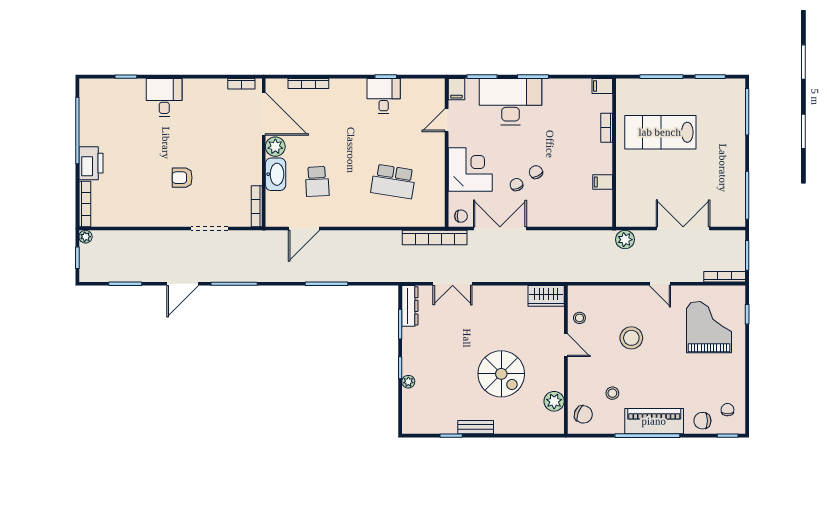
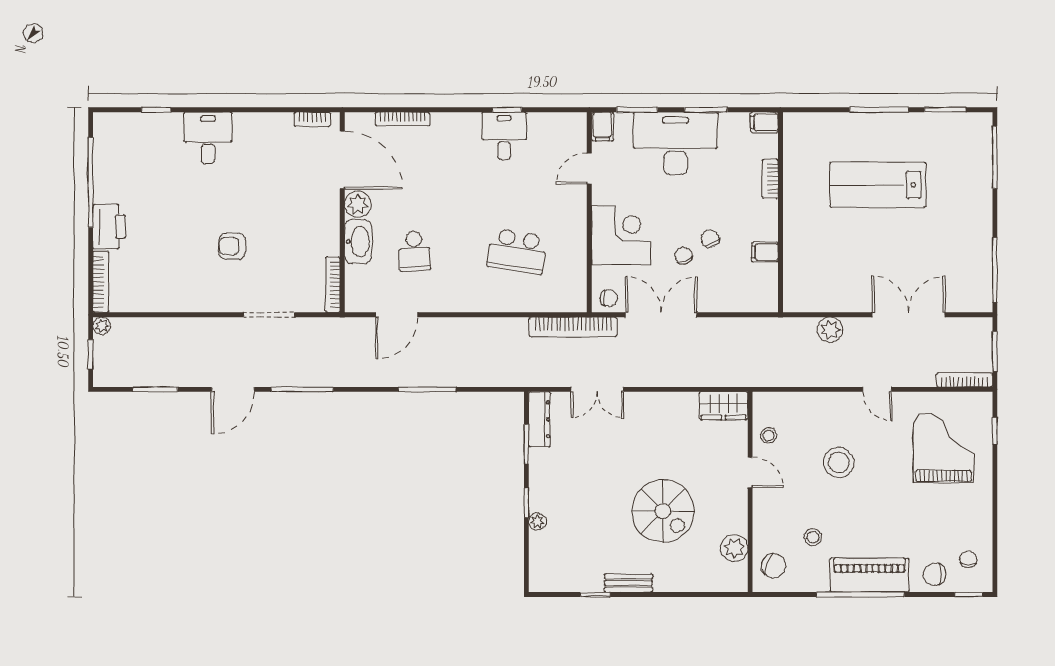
filing cabinet: (602, 86) -> (764, 122), moved
bookcase: (607, 128) -> (770, 179), moved
wall: (614, 153) -> (780, 212), moved
filing cabinet: (603, 182) -> (765, 252), moved

